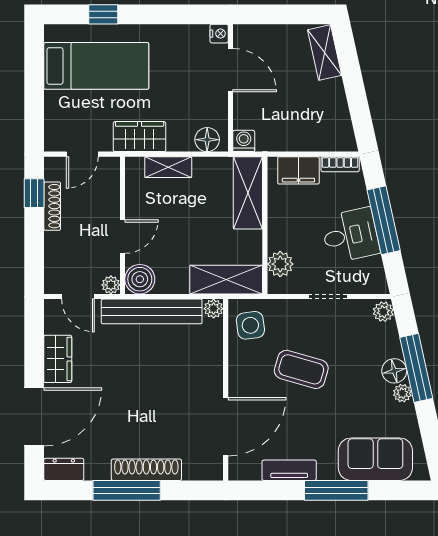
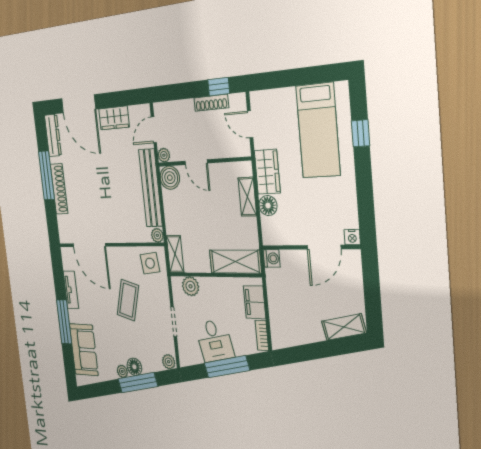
floor lamp: (207, 140) -> (268, 206), moved
shelving: (226, 280) -> (175, 254), width x0.67, depth x0.75
dresser: (64, 469) -> (53, 135), width x1.44

